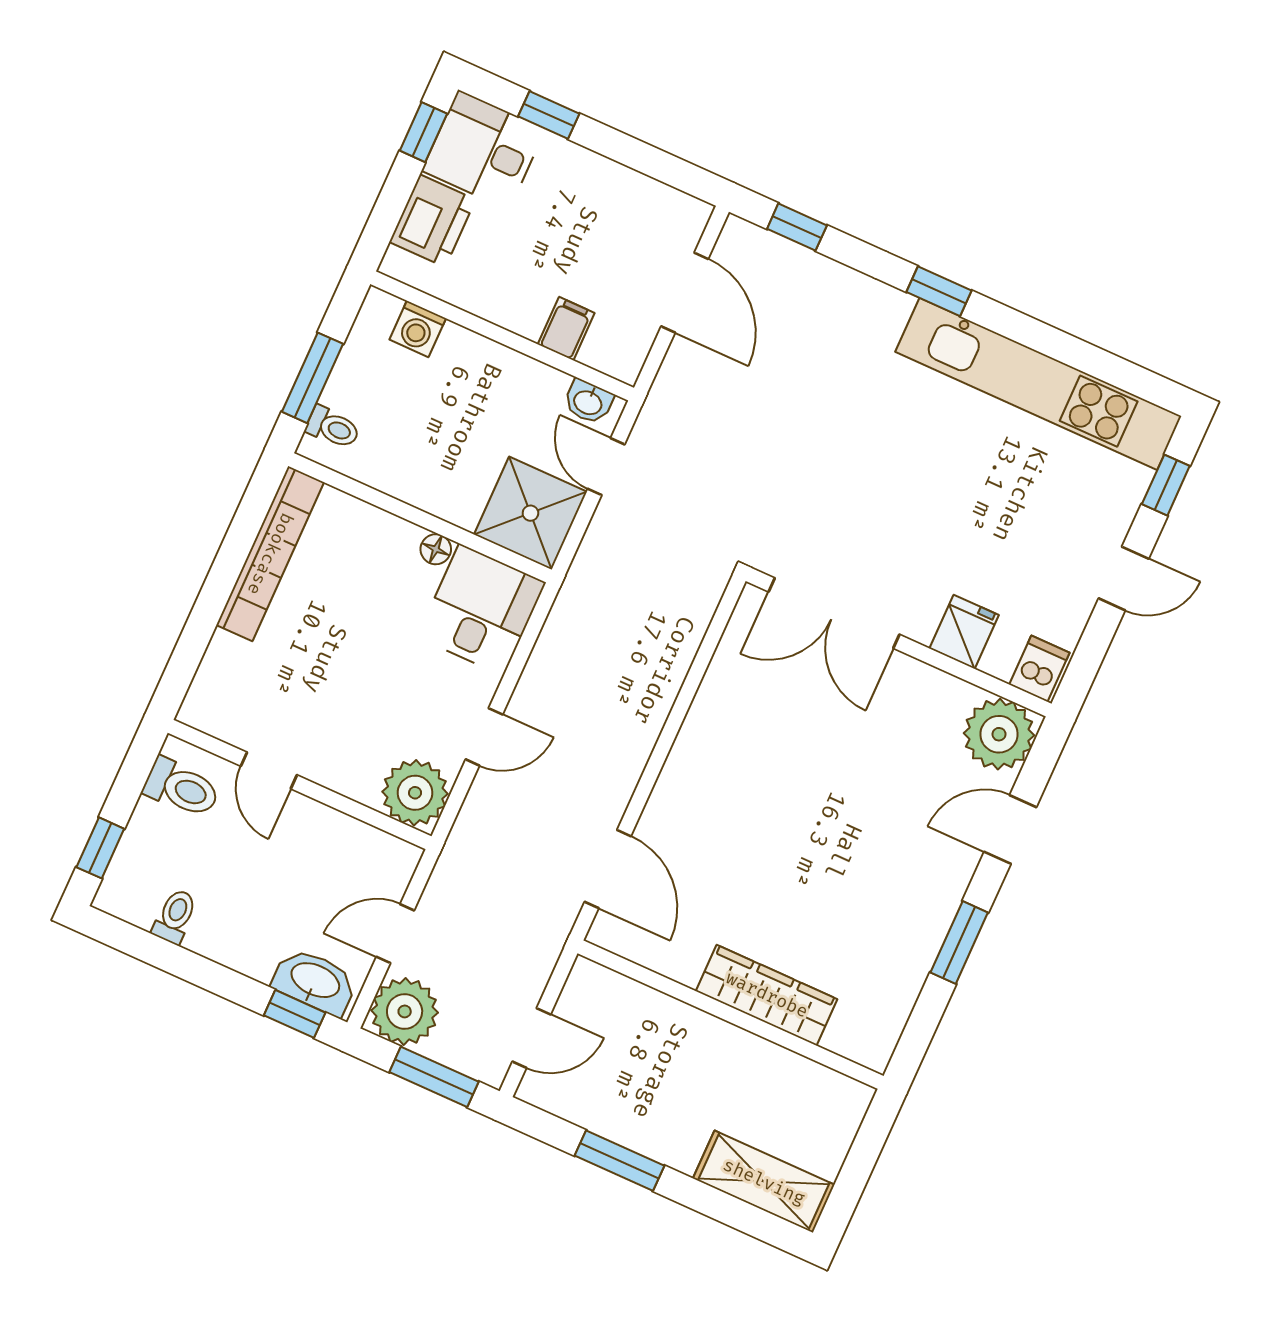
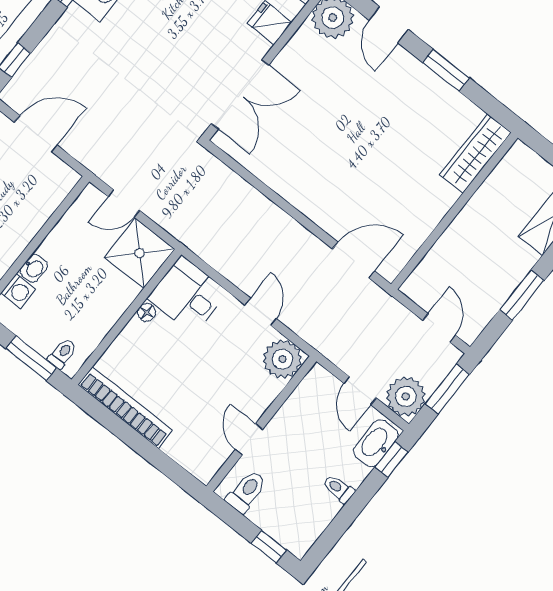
filing cabinet: (566, 329) -> (39, 206), removed
washbasin: (588, 402) -> (34, 268), moved
door: (269, 771) -> (249, 439), swing flipped
toilet: (175, 916) -> (339, 489), moved
wardrobe: (767, 995) -> (475, 154), moved

